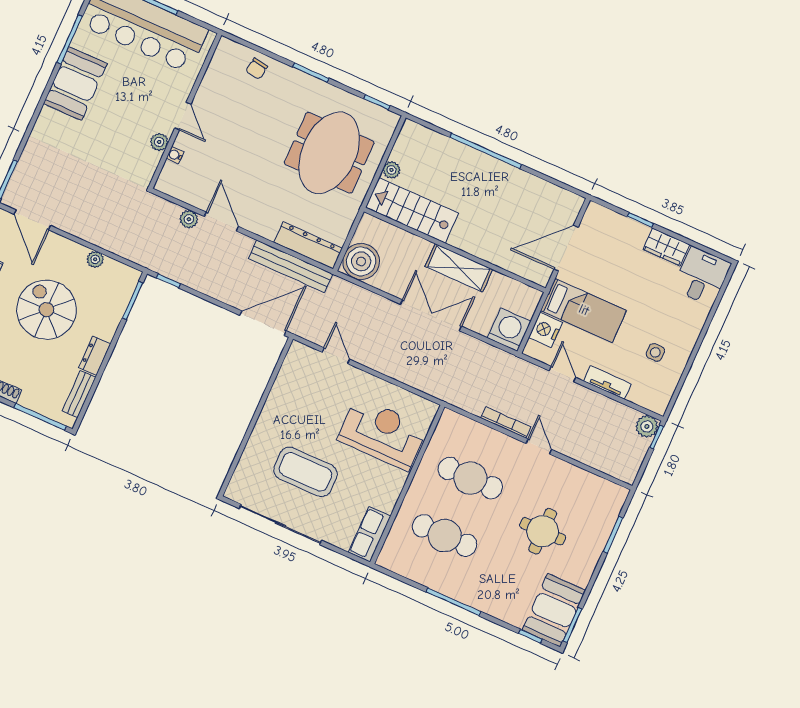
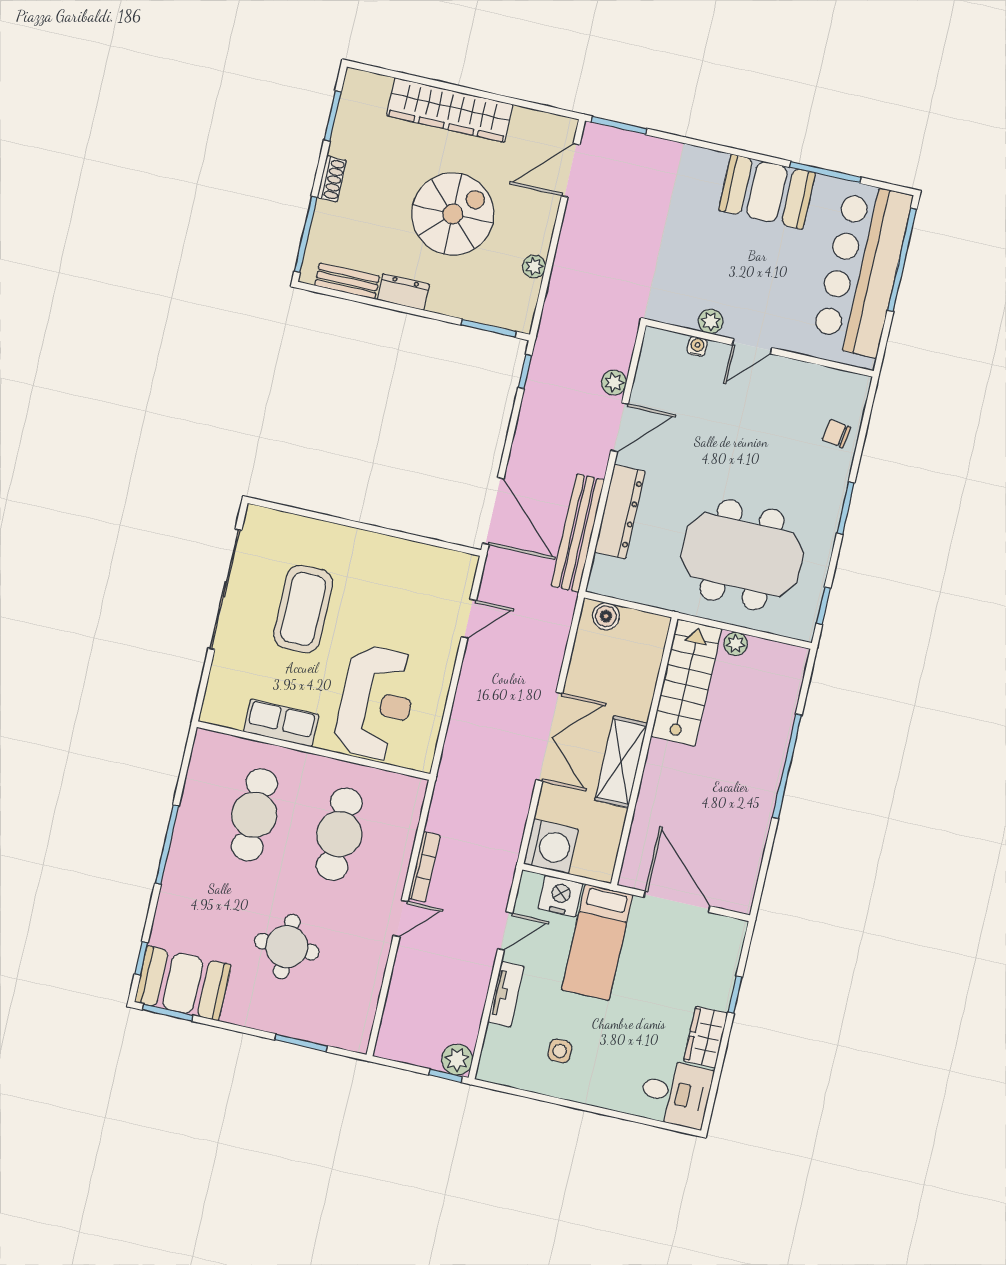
dresser: (308, 245) -> (620, 512), moved
boiler: (361, 261) -> (606, 616), width x0.54, depth x0.54
row of seats: (370, 534) -> (281, 723), moved

